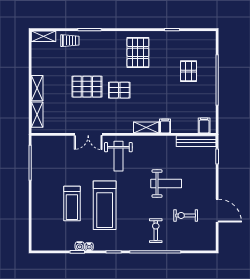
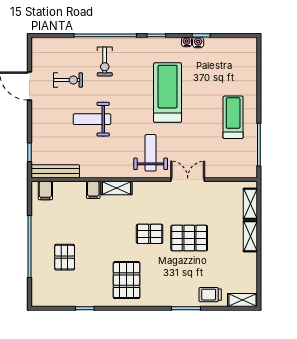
treadmill: (72, 204) -> (233, 117), moved

